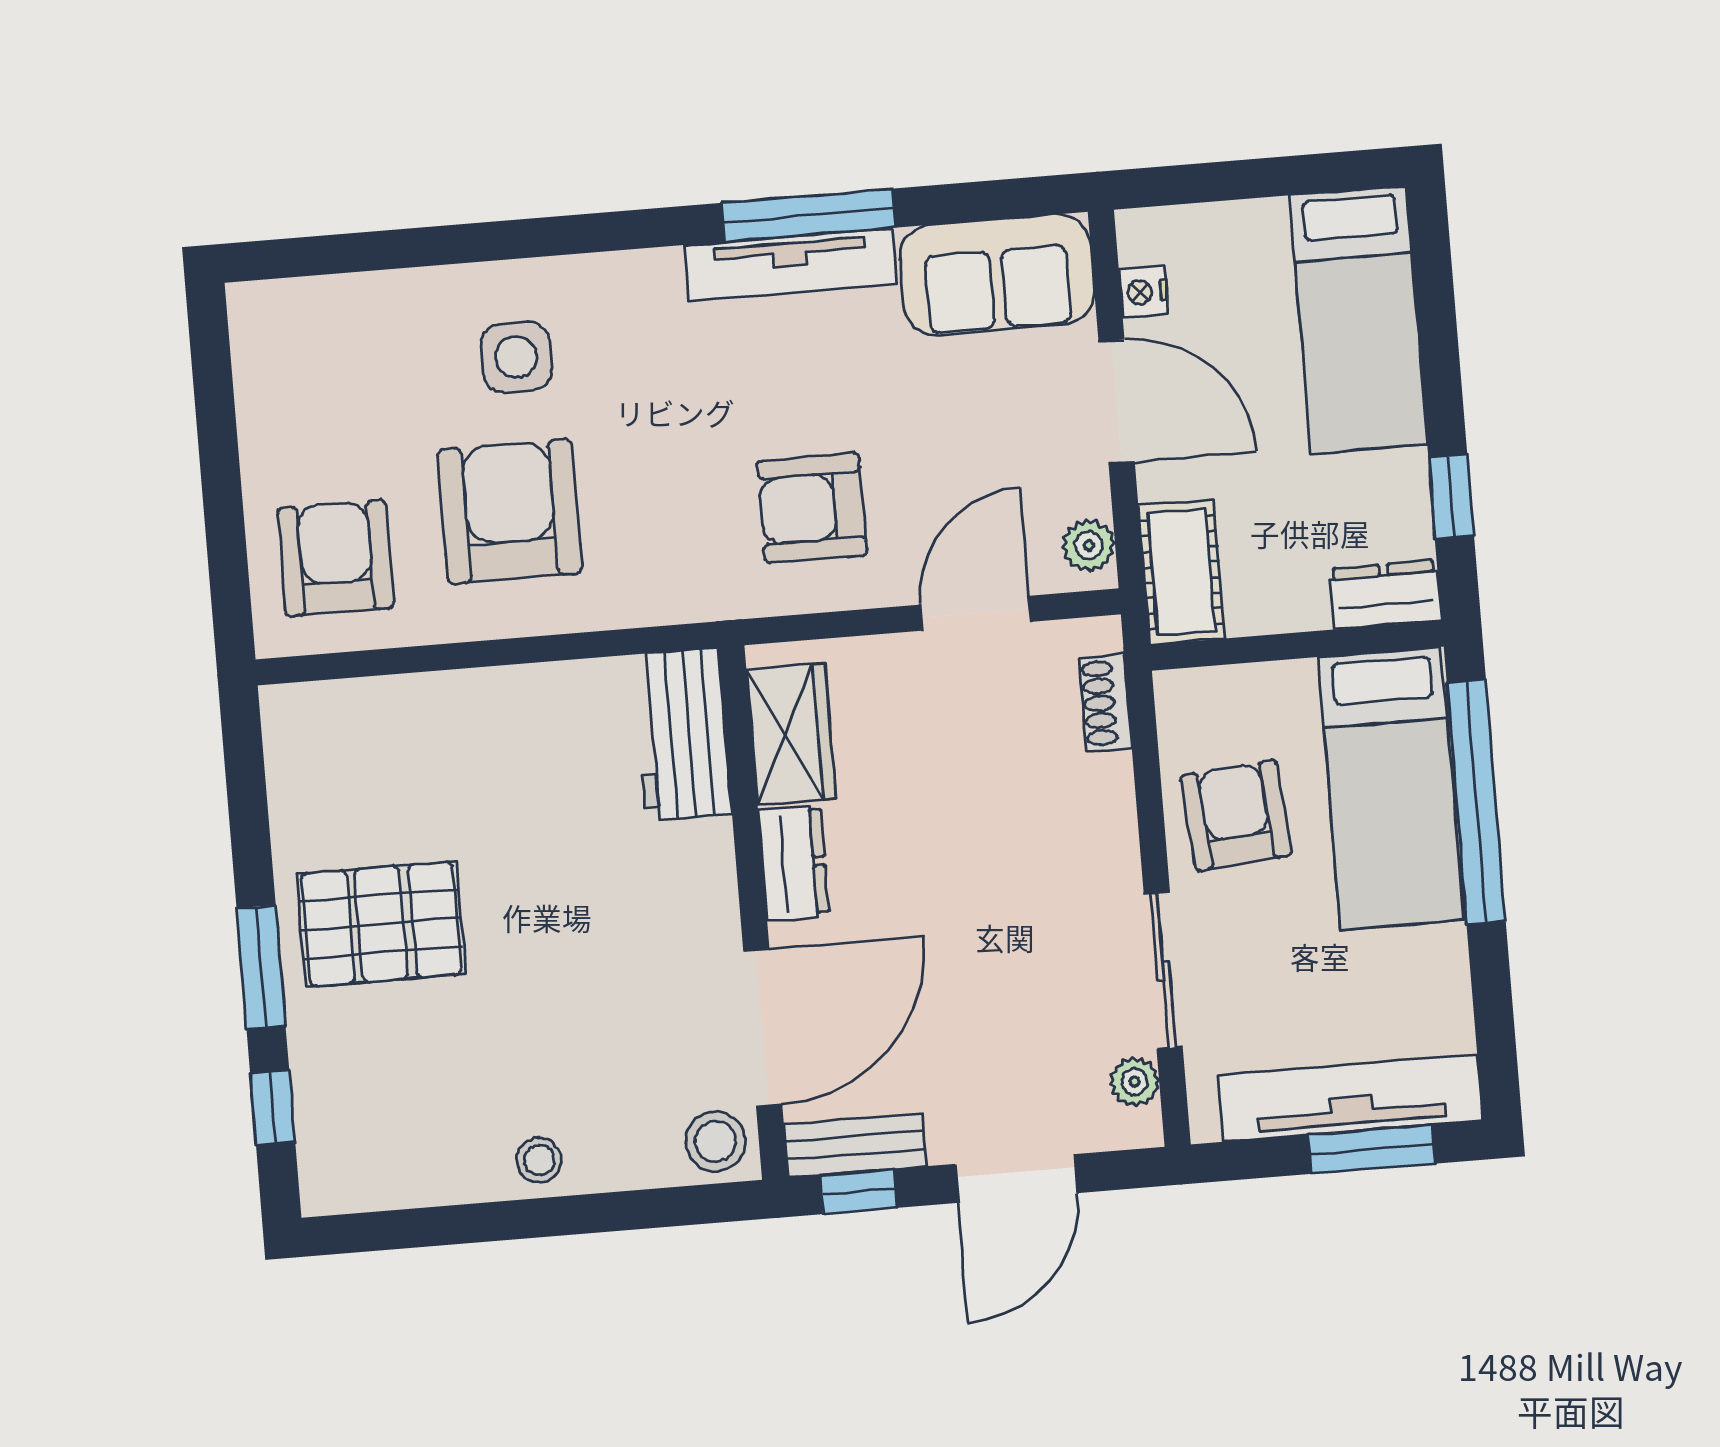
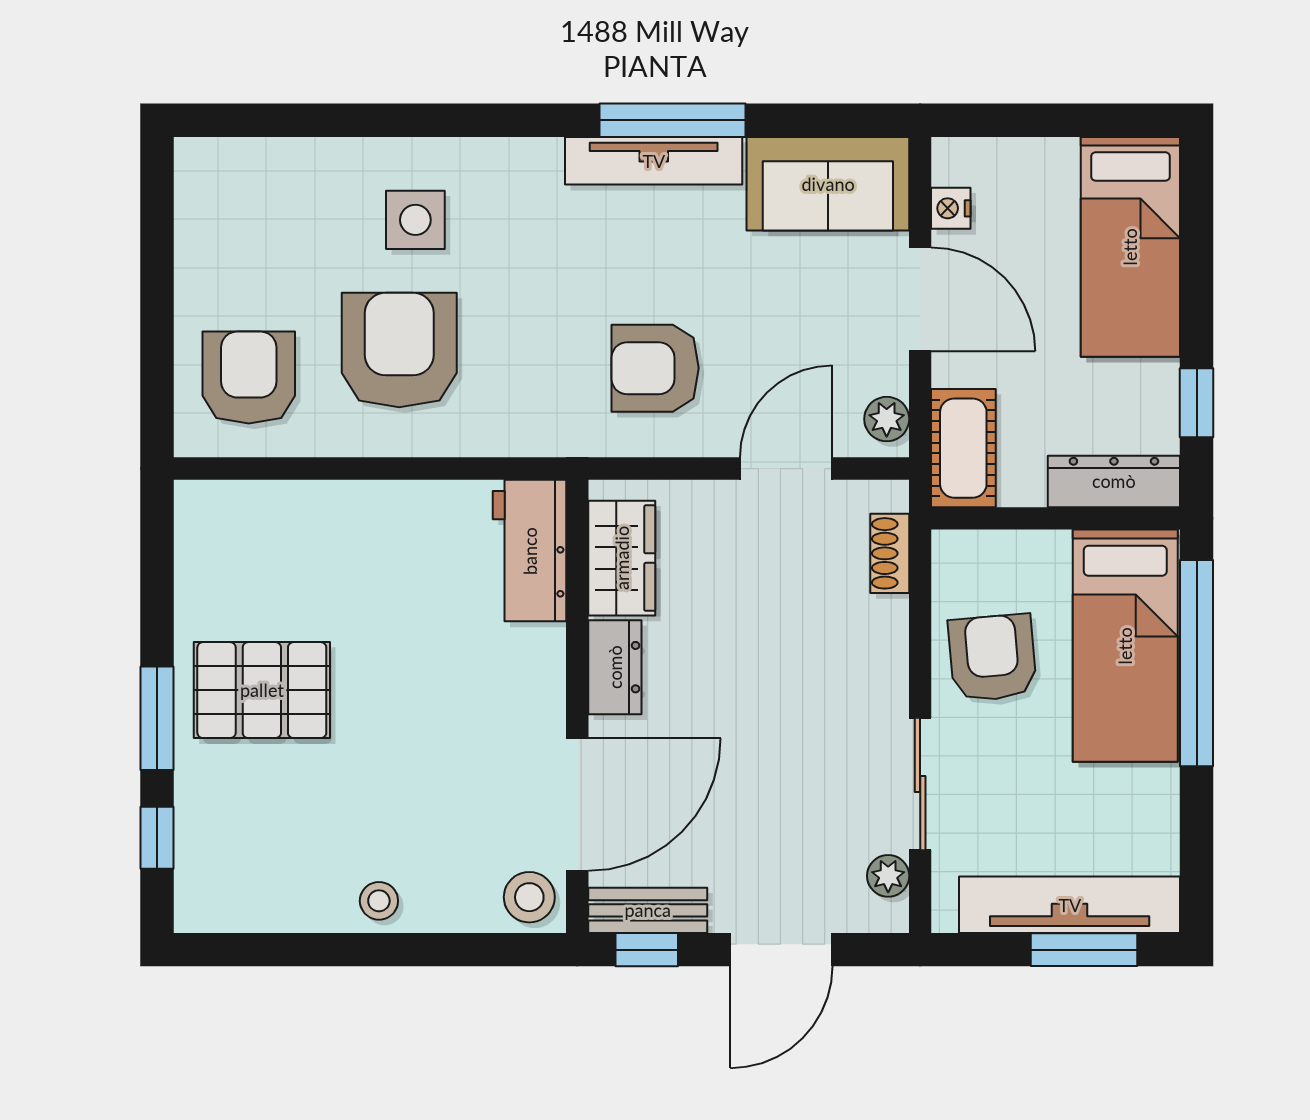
dresser: (1385, 595) -> (1114, 481), width x1.44

